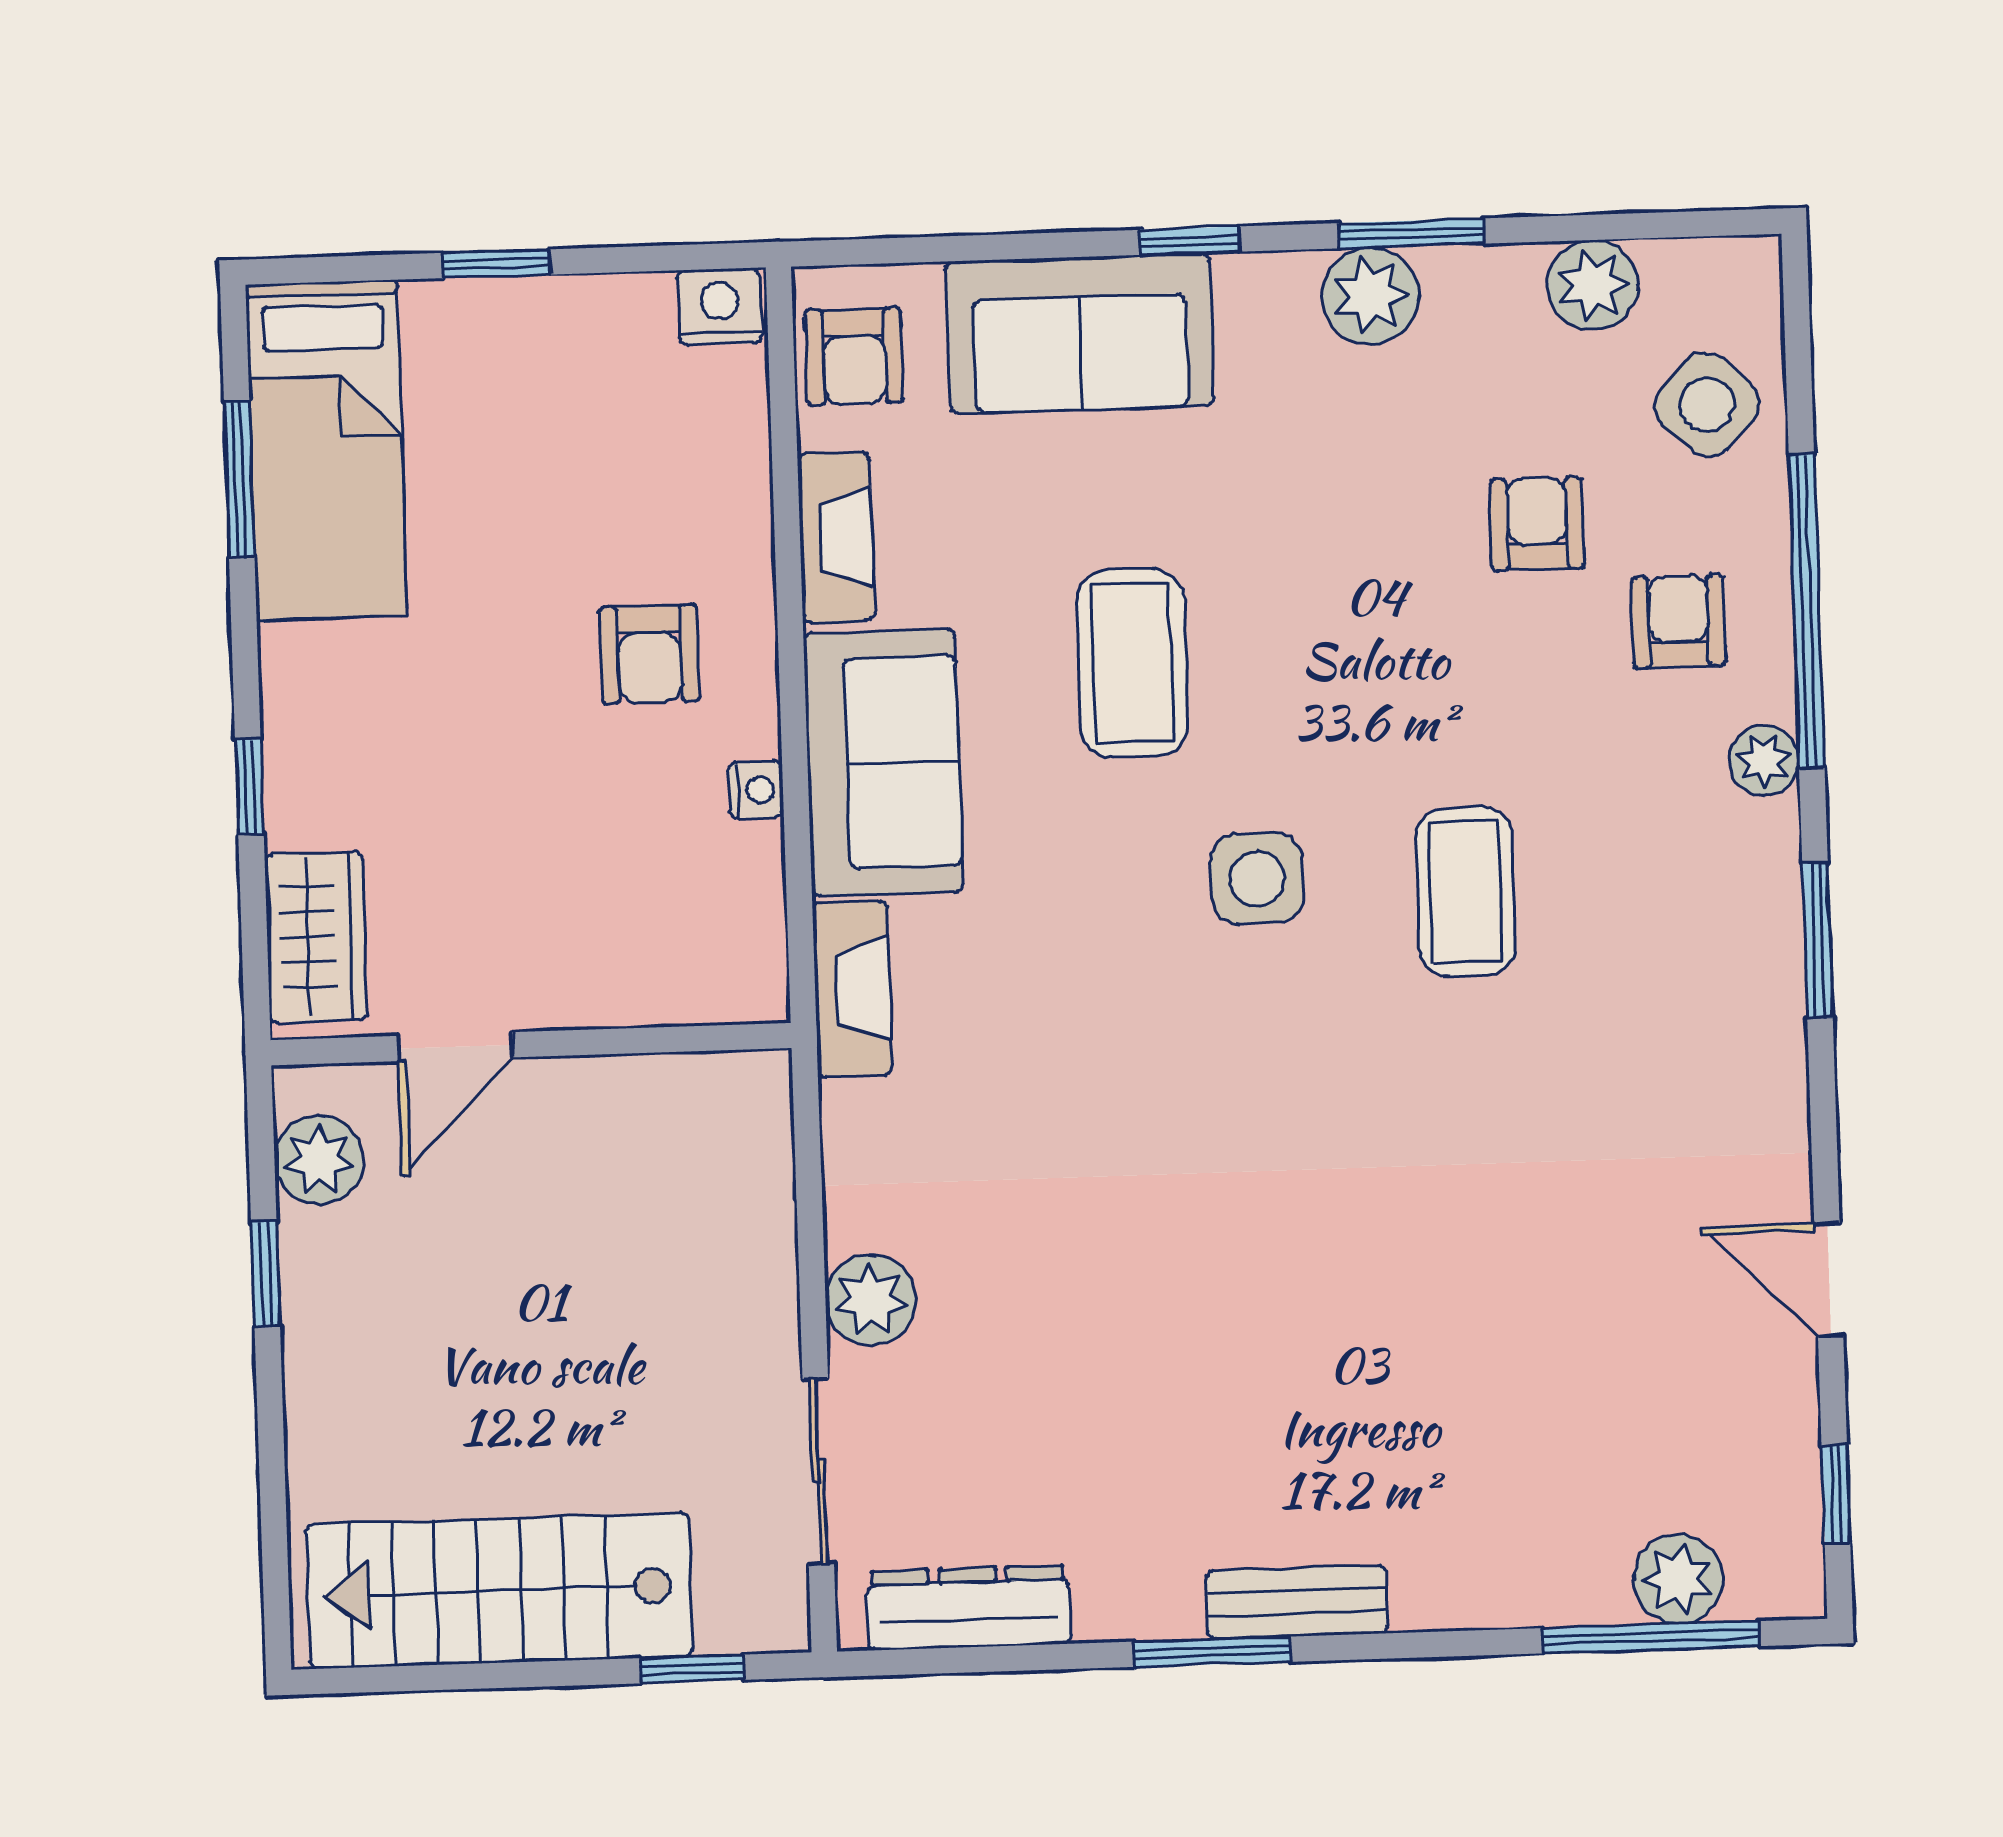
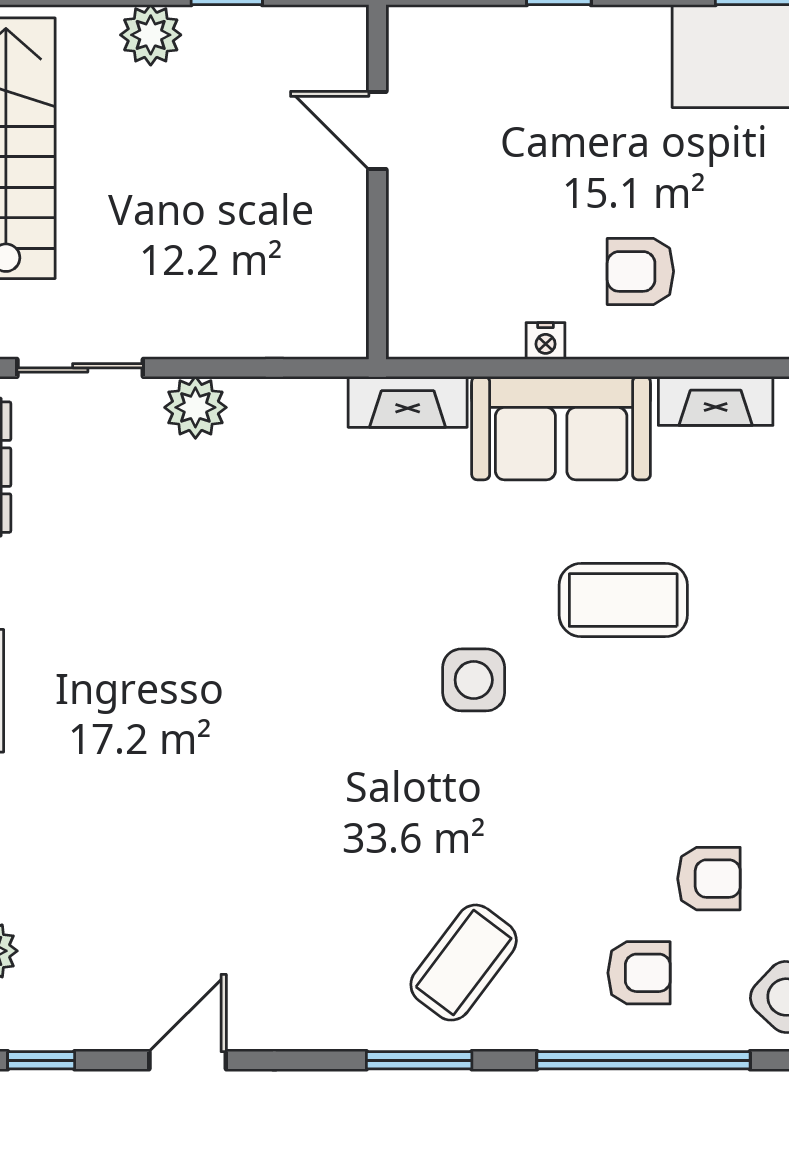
plant: (1764, 761) -> (543, 1028), removed
coffee table: (1466, 892) -> (464, 963), moved, turned -53
wardrobe: (316, 937) -> (455, 38), removed
plant: (319, 1160) -> (151, 35), moved

